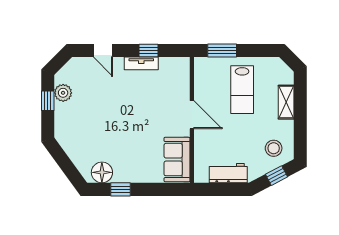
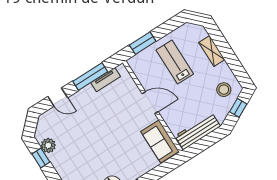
window: (149, 50) -> (90, 76), width x2.17
tv unit: (141, 63) -> (106, 80), moved
lab bench: (242, 90) -> (175, 62), turned 180
workbench: (228, 173) -> (198, 131), width x1.38

